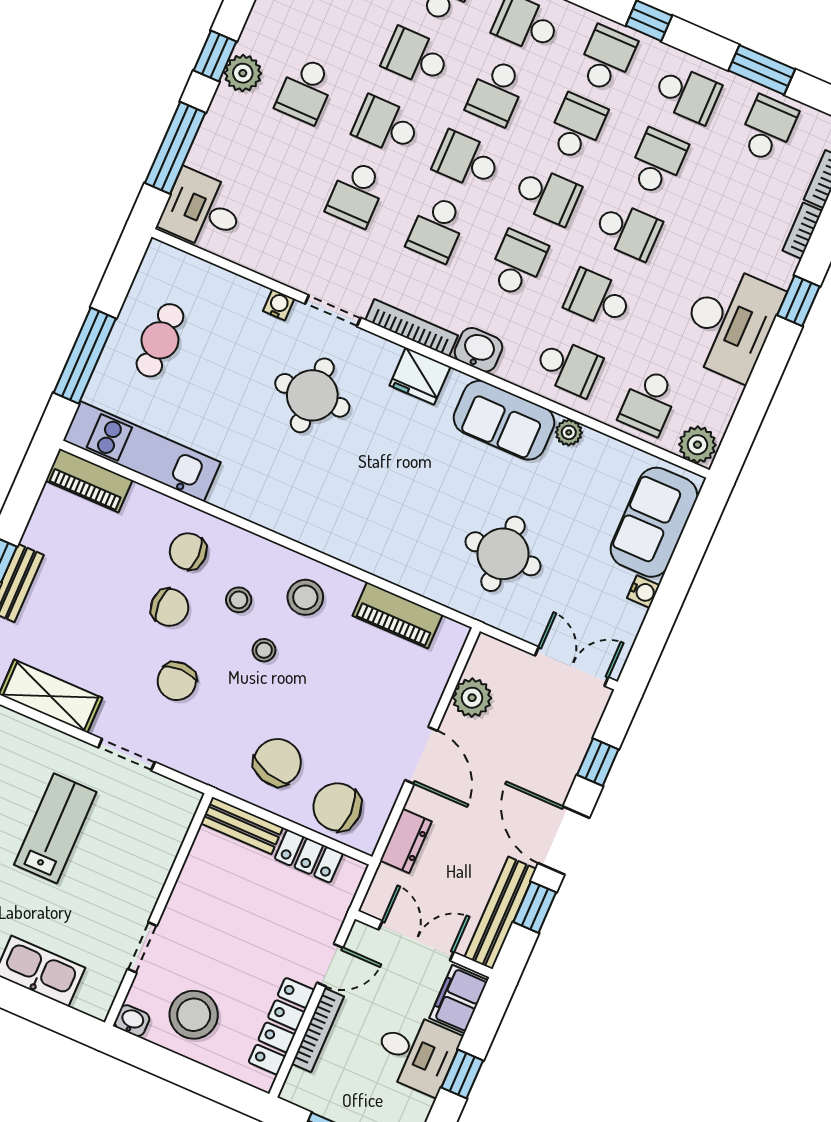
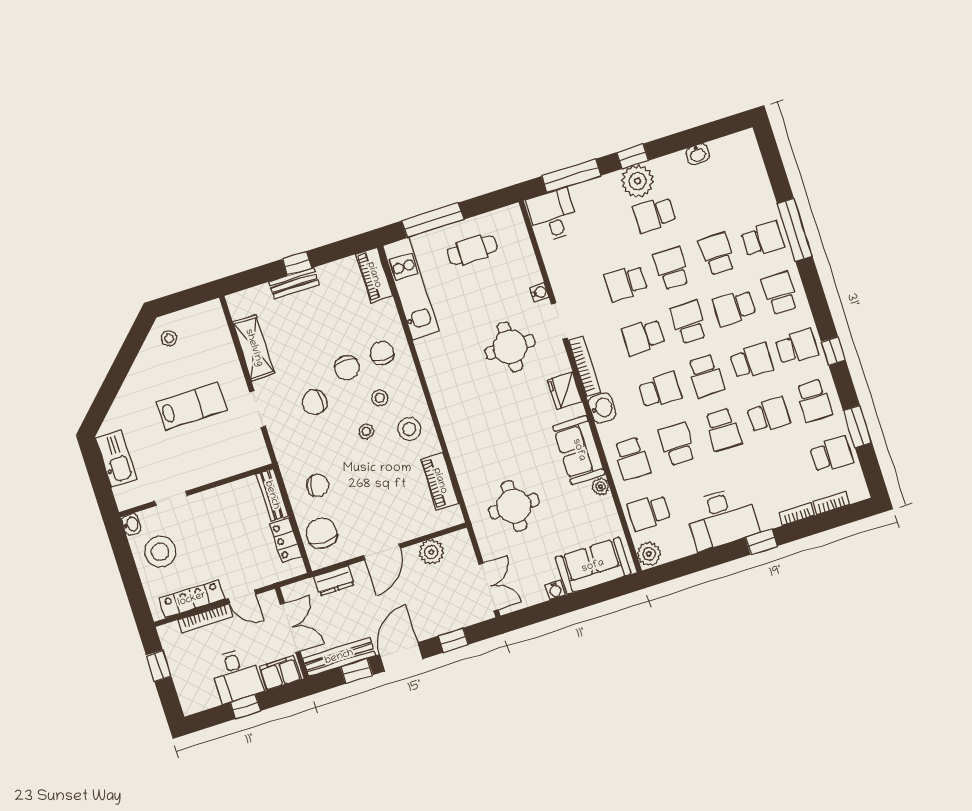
plant: (243, 73) -> (637, 181), width x1.36, depth x1.36
chair: (277, 762) -> (318, 485), width x0.73, depth x0.73

